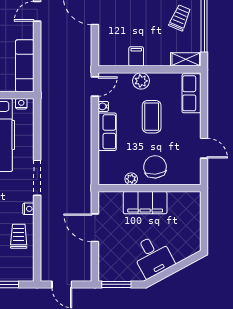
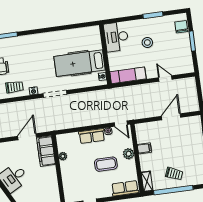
chair: (155, 167) -> (73, 171), removed
filing cabinet: (145, 203) -> (46, 151), moved

